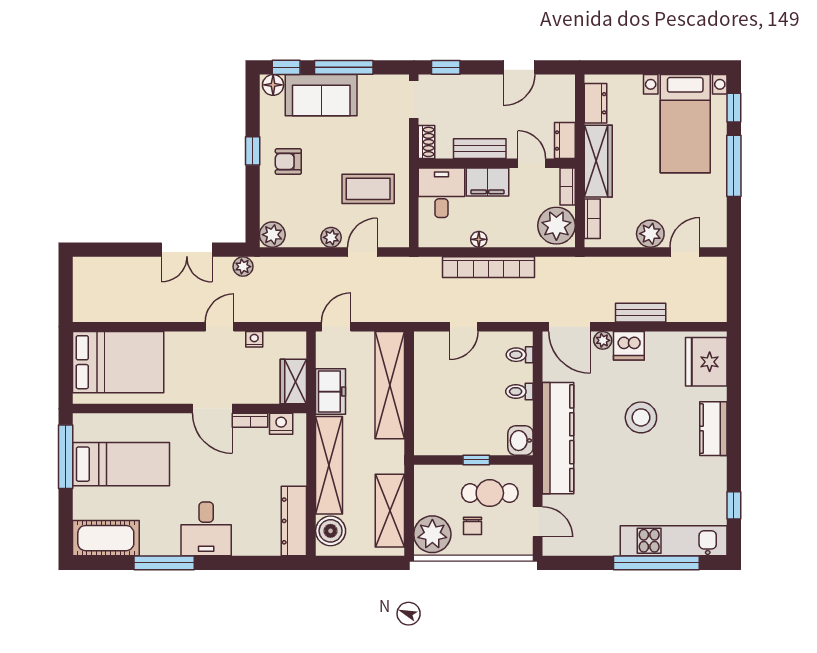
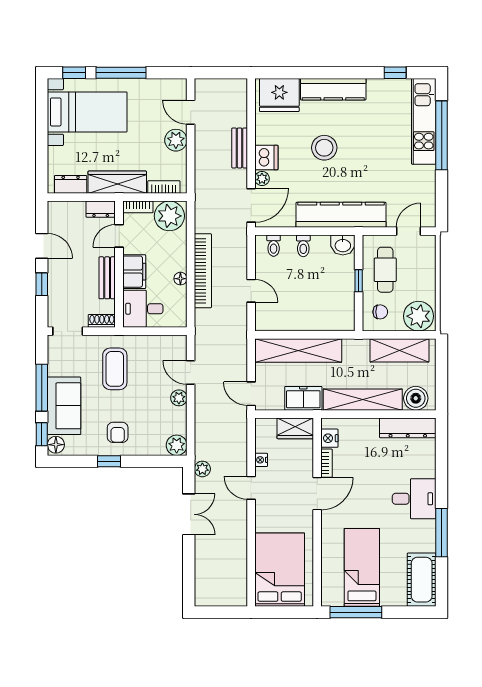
window: (446, 67) -> (42, 284), moved
coffee table: (368, 189) -> (115, 369), moved
kitchen counter: (713, 429) -> (333, 89), width x1.50
chair: (472, 526) -> (380, 312), moved

